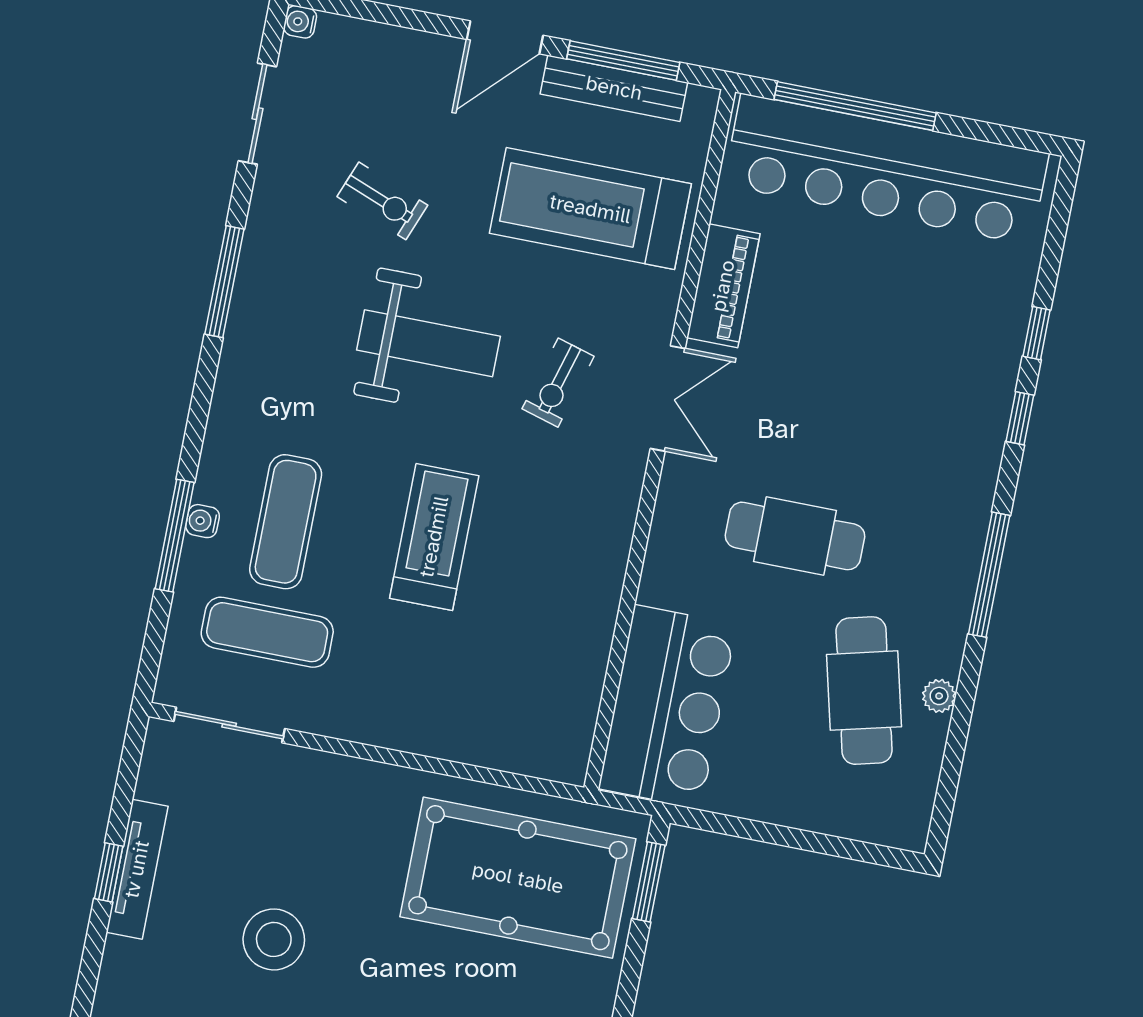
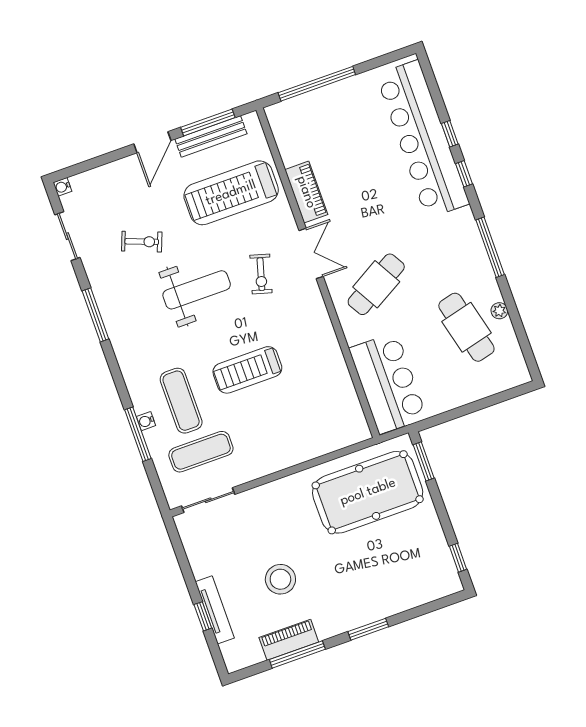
bar counter: (886, 169) -> (423, 139), moved, turned 90
cafe table: (795, 536) -> (376, 284), moved, turned -30
treadmill: (434, 537) -> (247, 370), turned -90
tv unit: (137, 869) -> (215, 610), moved
window: (109, 872) -> (203, 616), moved

